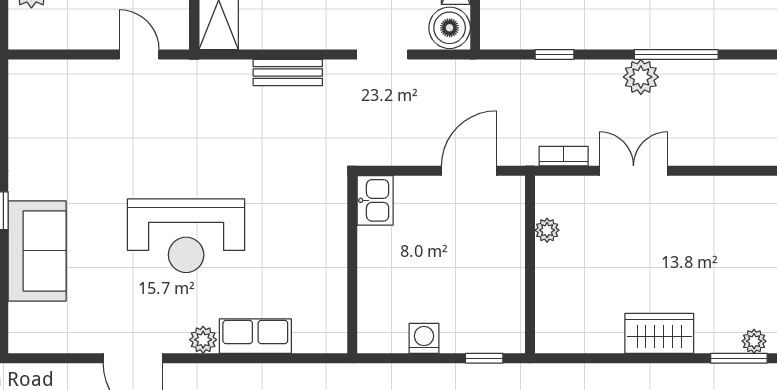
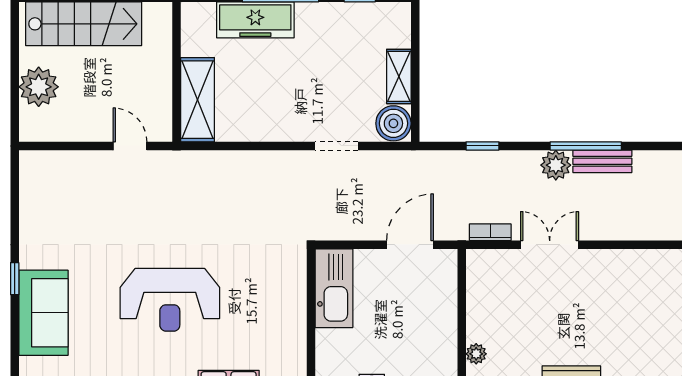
bench: (288, 72) -> (602, 161), moved
kitchen sink: (375, 200) -> (334, 288), width x1.87, depth x1.24
plant: (547, 230) -> (476, 354), moved

